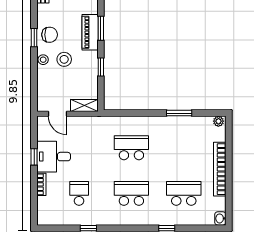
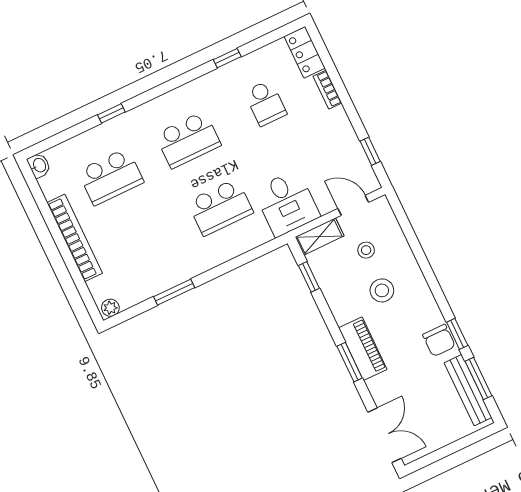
chair: (50, 35) -> (439, 340), moved, turned -90
window: (34, 38) -> (457, 334), moved
stool: (43, 60) -> (366, 250), moved
window: (101, 67) -> (309, 277), moved
window: (34, 157) -> (370, 151), moved
desk: (54, 157) -> (287, 203), moved, turned 90
locker: (44, 211) -> (305, 52), added

